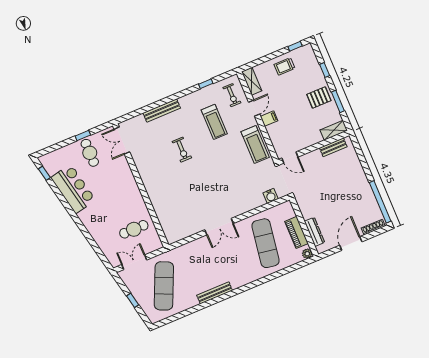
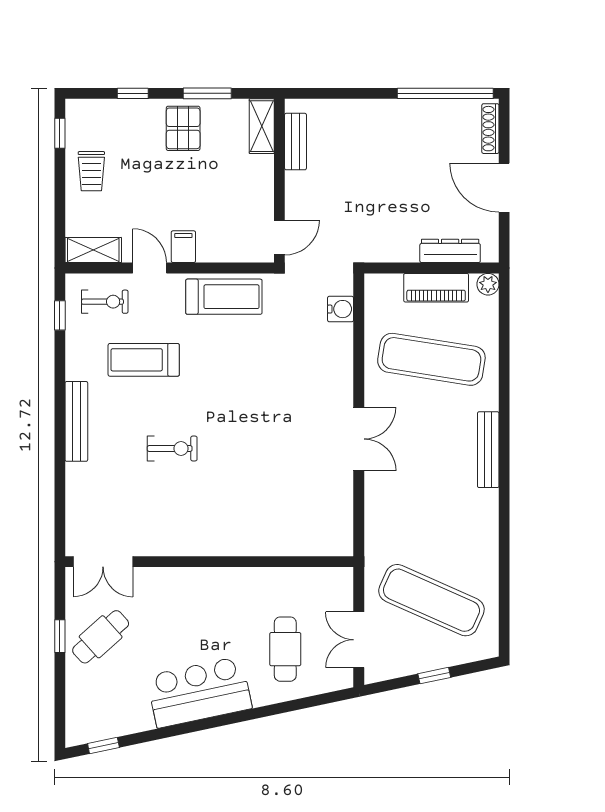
window: (206, 84) -> (60, 315), moved
bench: (162, 111) -> (76, 421), moved
treadmill: (214, 122) -> (144, 360), turned 180
cafe table: (90, 153) -> (101, 637), turned -42
bar counter: (73, 189) -> (199, 692), moved
cafe table: (134, 229) -> (285, 649), moved
bench: (215, 293) -> (488, 450), moved

